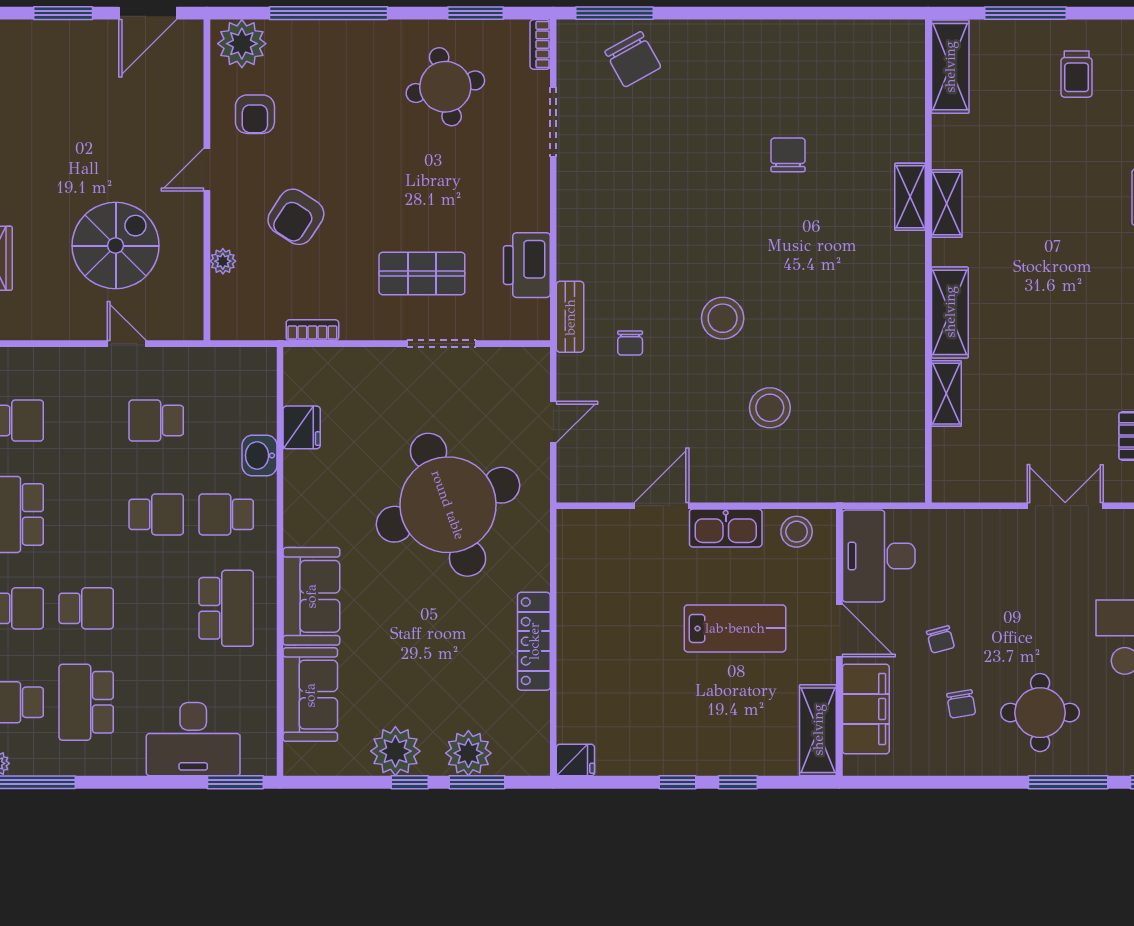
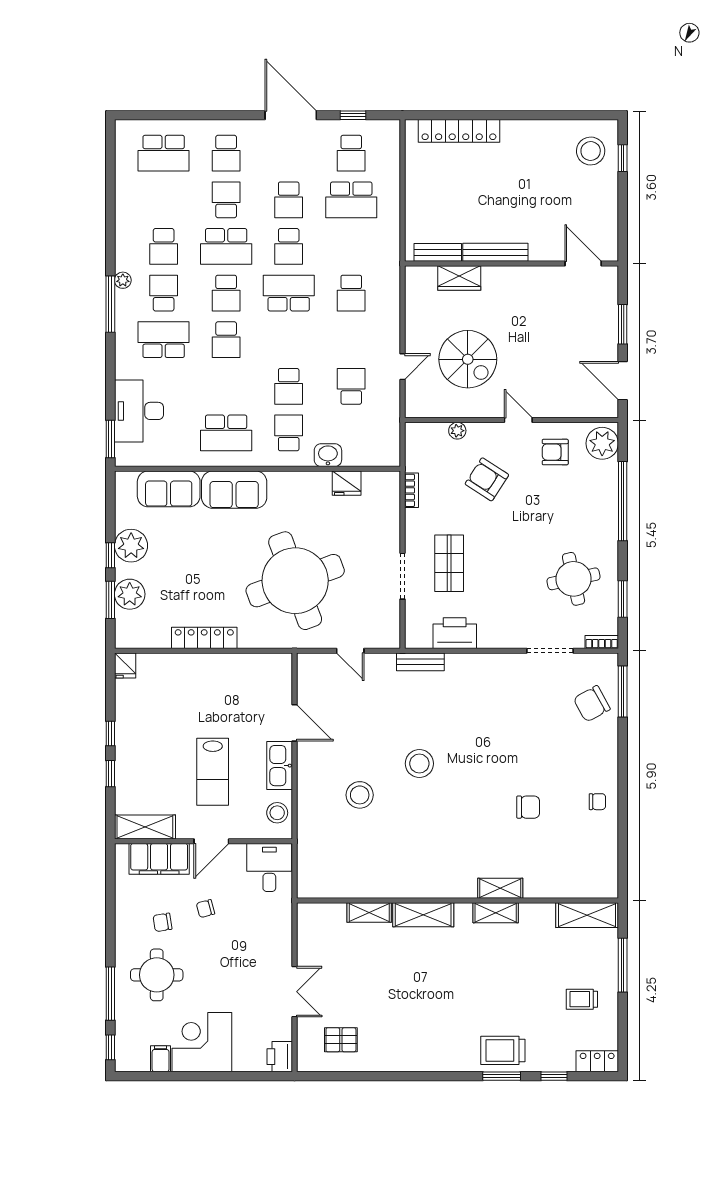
chair: (630, 343) -> (597, 802), moved, turned 180
desk: (879, 556) -> (269, 867), width x0.73

